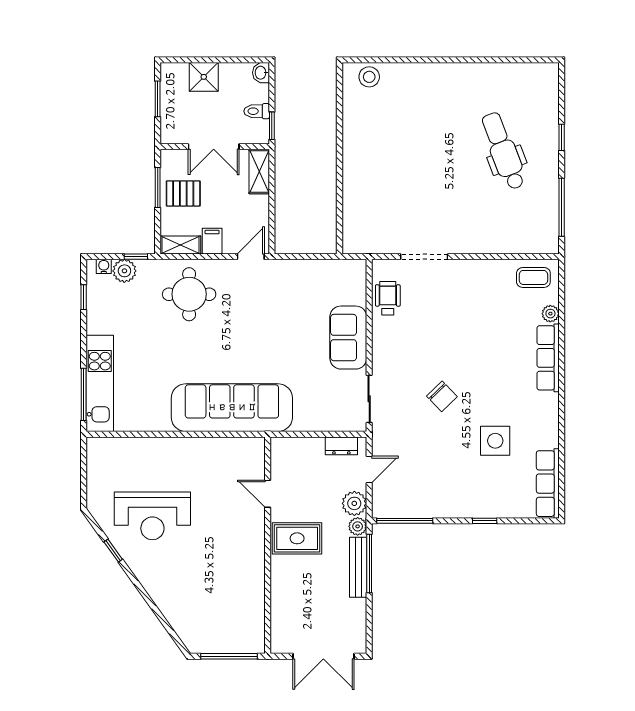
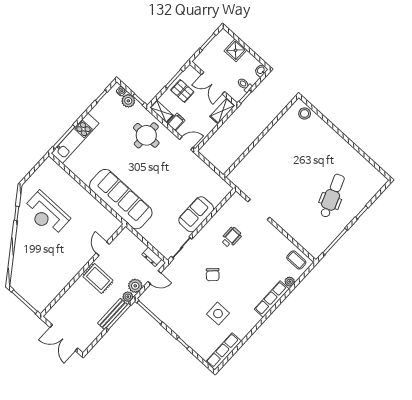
wheelchair: (388, 298) -> (231, 237), moved

